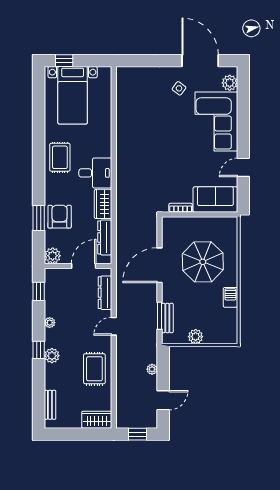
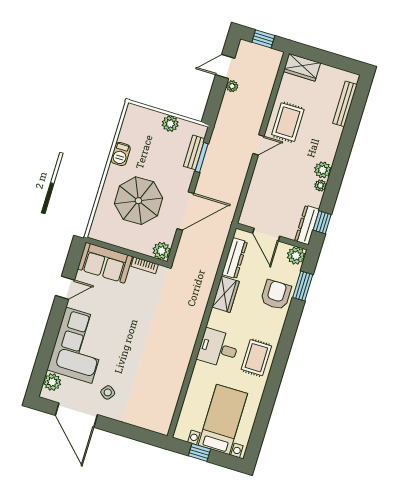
window: (64, 61) -> (199, 452), moved
desk: (95, 173) -> (218, 348), moved
armchair: (60, 217) -> (276, 295), turned 180
window: (39, 218) -> (303, 286), moved
plant: (170, 225) -> (162, 251), added
door: (84, 266) -> (266, 235), hinge flipped
dresser: (105, 293) -> (307, 225), moved, turned 180
door: (114, 326) -> (259, 145), moved
window: (39, 350) -> (341, 160), removed
plant: (52, 356) -> (323, 170), moved
plant: (152, 369) -> (232, 86), moved
bench: (50, 405) -> (345, 104), width x1.36

